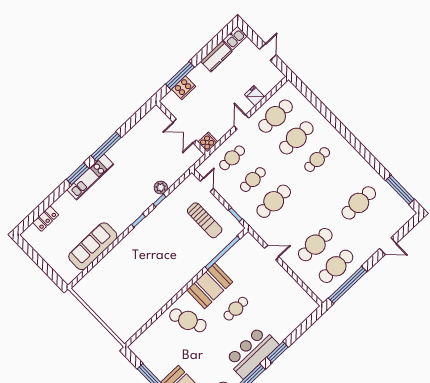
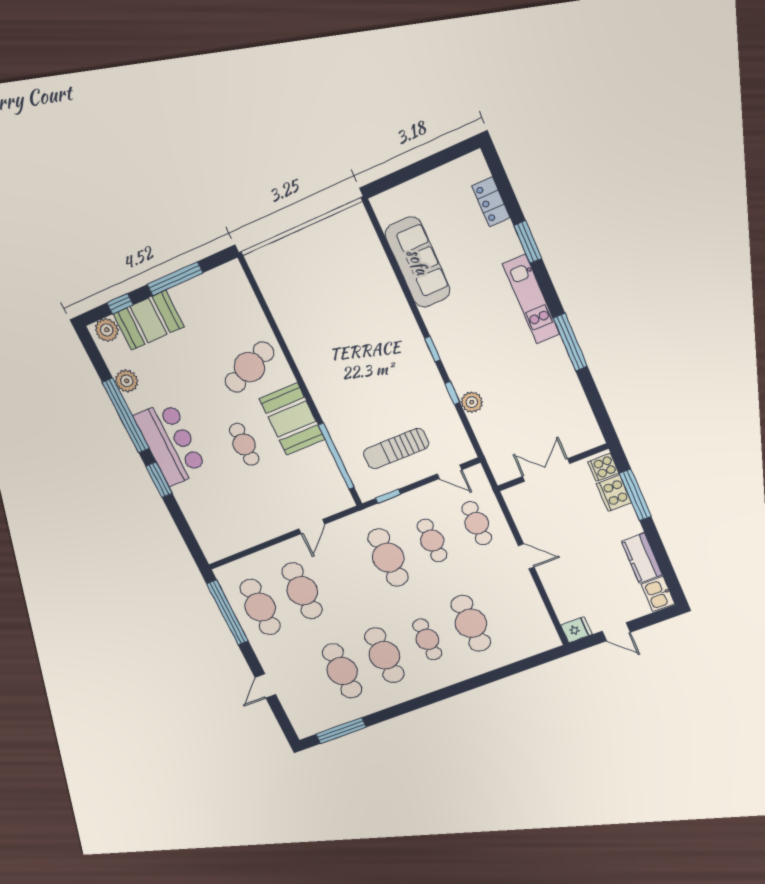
fridge: (255, 96) -> (576, 630), moved
cafe table: (276, 116) -> (384, 655), moved
cooker: (208, 142) -> (603, 467), moved, turned 90
window: (78, 174) -> (528, 242), moved

